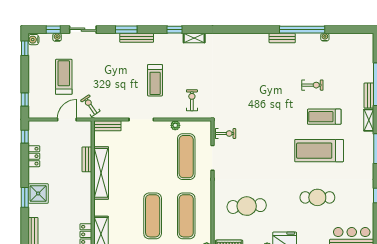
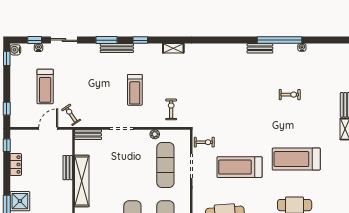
window: (175, 30) -> (140, 40), moved
treadmill: (64, 77) -> (45, 86), turned 180
treadmill: (324, 117) -> (239, 167), moved, width x1.37, depth x1.38

